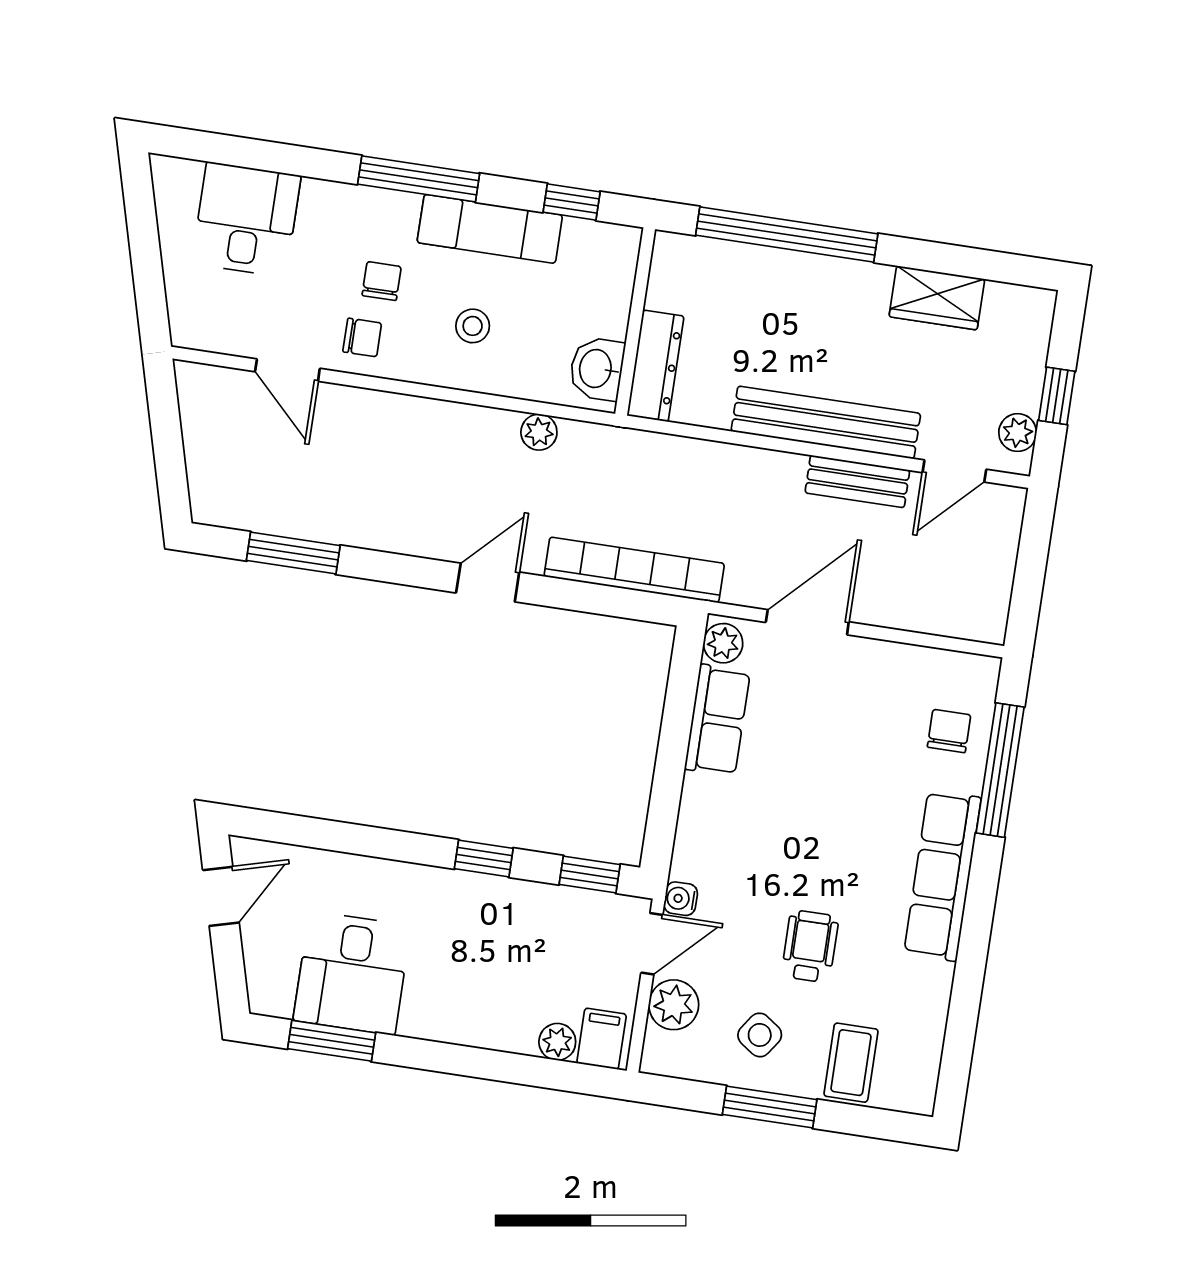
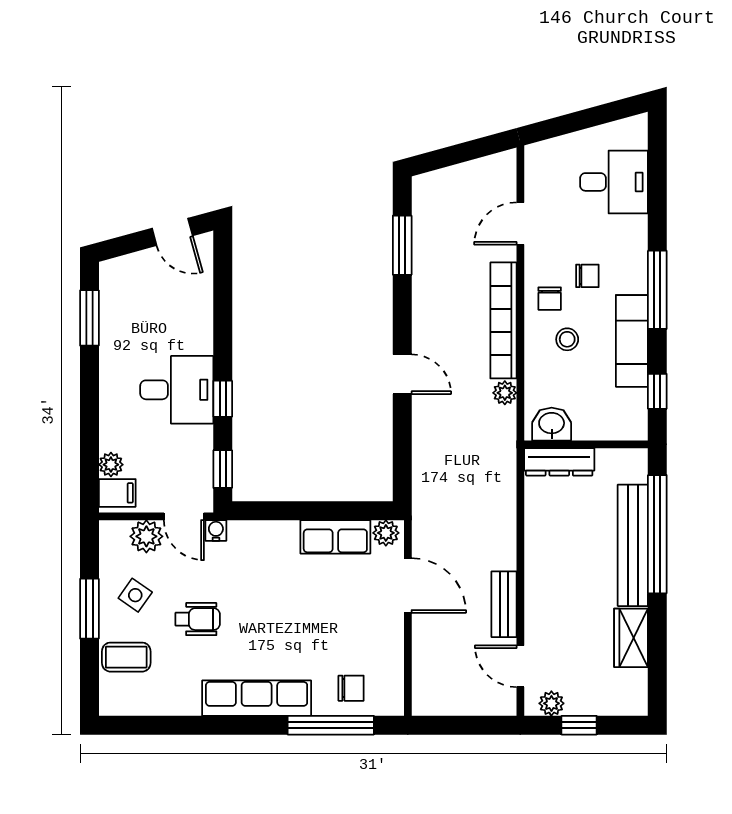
chair: (362, 337) -> (550, 299), moved
bench: (826, 422) -> (633, 545), moved
bookcase: (634, 570) -> (503, 320), moved, turned 180
desk: (352, 973) -> (177, 390), moved, turned 180

